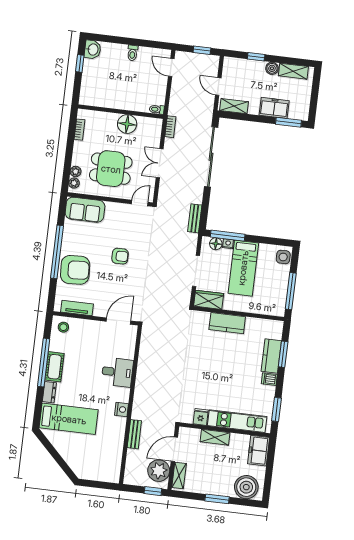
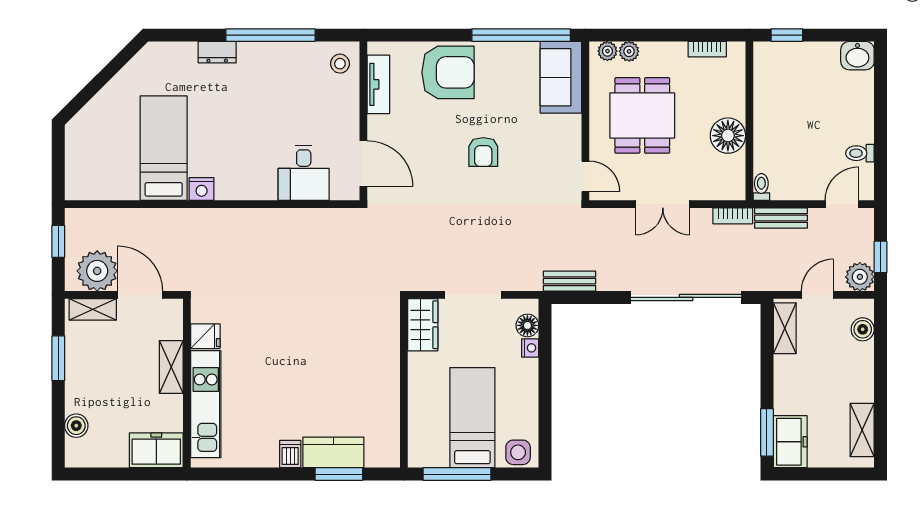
toilet: (133, 53) -> (860, 153), moved
window: (256, 57) -> (880, 358), removed
window: (80, 63) -> (787, 35), moved
plant: (211, 63) -> (860, 277), added
boiler: (272, 68) -> (863, 329), moved
freezer: (274, 108) -> (790, 442), moved
double door: (160, 163) -> (663, 204), swing flipped
window: (228, 236) -> (545, 345), removed
window: (57, 252) -> (521, 35), moved
bed: (243, 268) -> (472, 418), moved, turned 90
armchair: (75, 270) -> (448, 72), turned -87
kitchen counter: (227, 323) -> (384, 364), removed
cot: (55, 367) -> (265, 56), removed
desk: (117, 372) -> (304, 173), moved
window: (276, 409) -> (236, 474), removed
bed: (69, 419) -> (164, 148), moved, turned 180
bench: (134, 434) -> (781, 218), moved
boiler: (246, 487) -> (76, 426), width x0.54, depth x0.54
window: (153, 491) -> (58, 241), moved
window: (217, 499) -> (58, 358), moved

